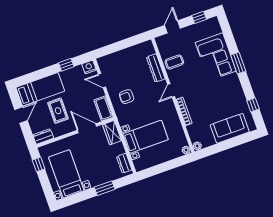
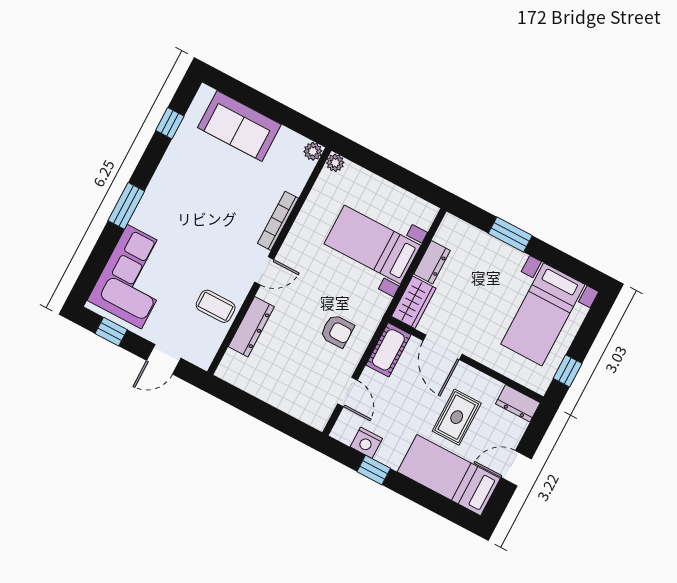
corner sofa: (216, 57) -> (134, 277), moved
nightstand: (89, 67) -> (366, 443), moved
dresser: (124, 163) -> (432, 262), moved

